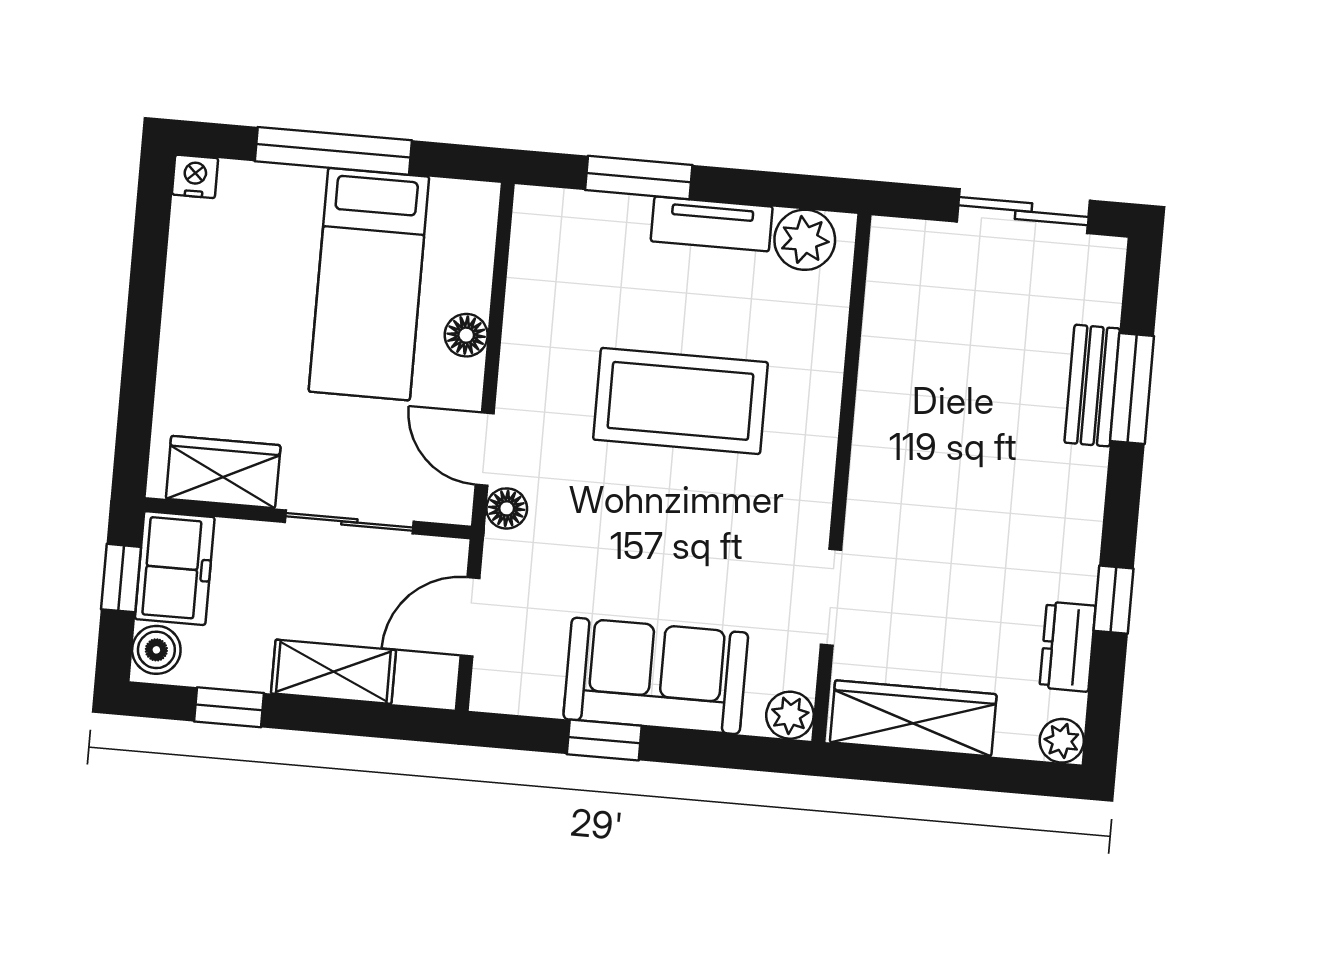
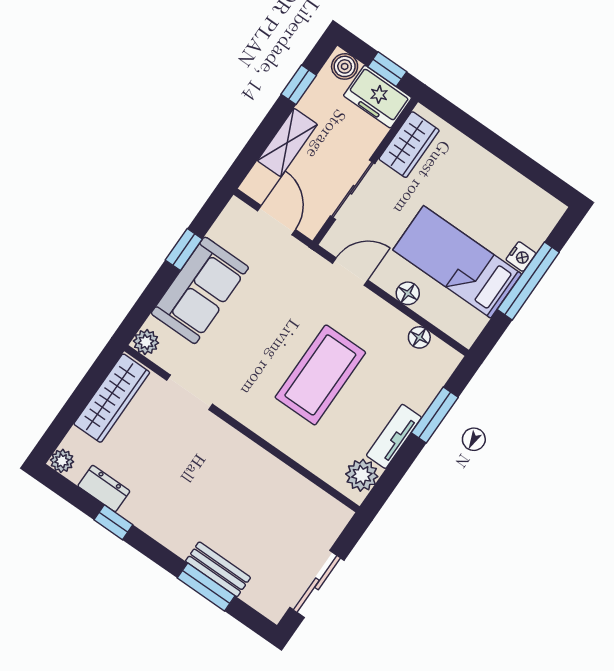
nightstand: (195, 176) -> (521, 257), moved
floor lamp: (507, 508) -> (419, 337), moved

